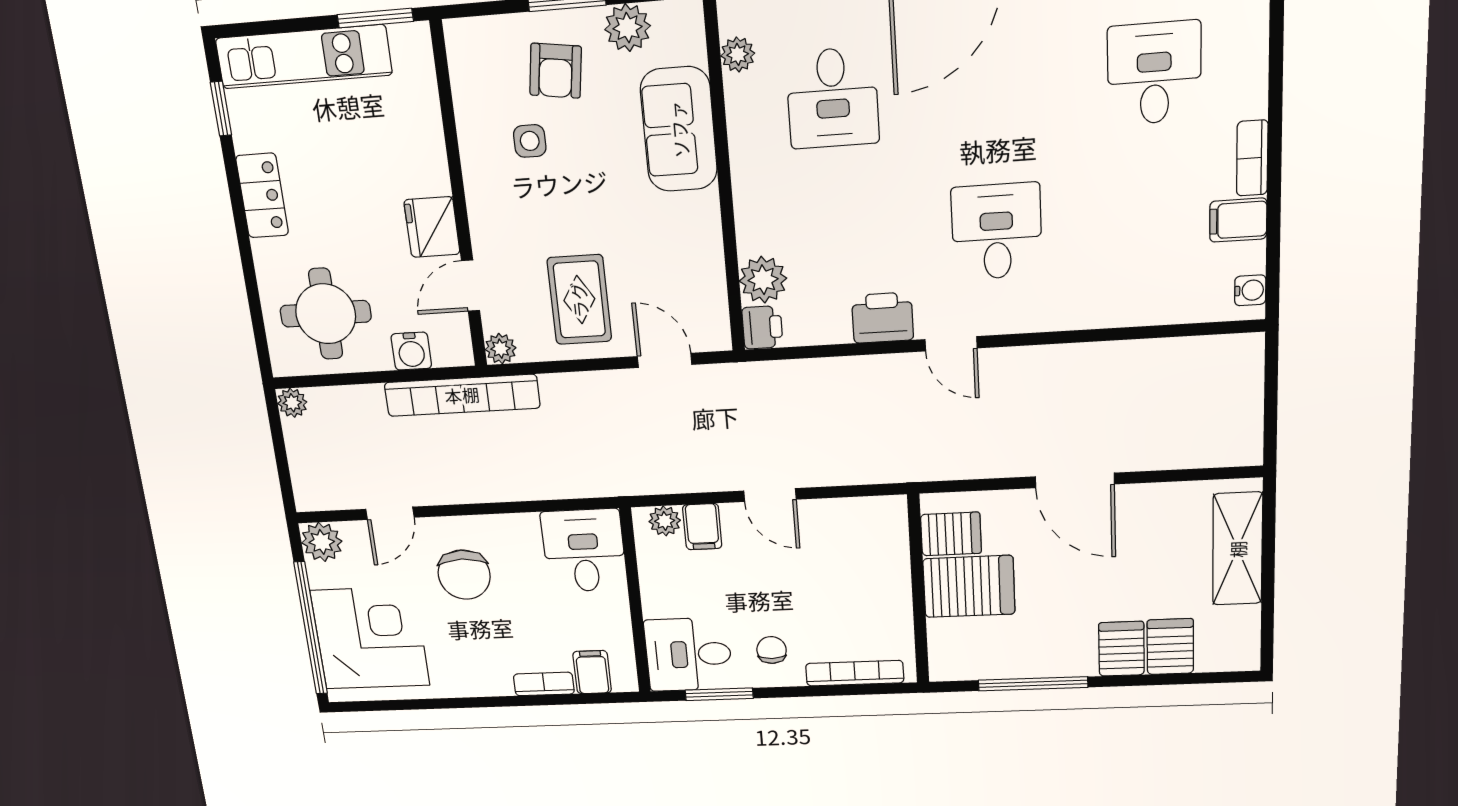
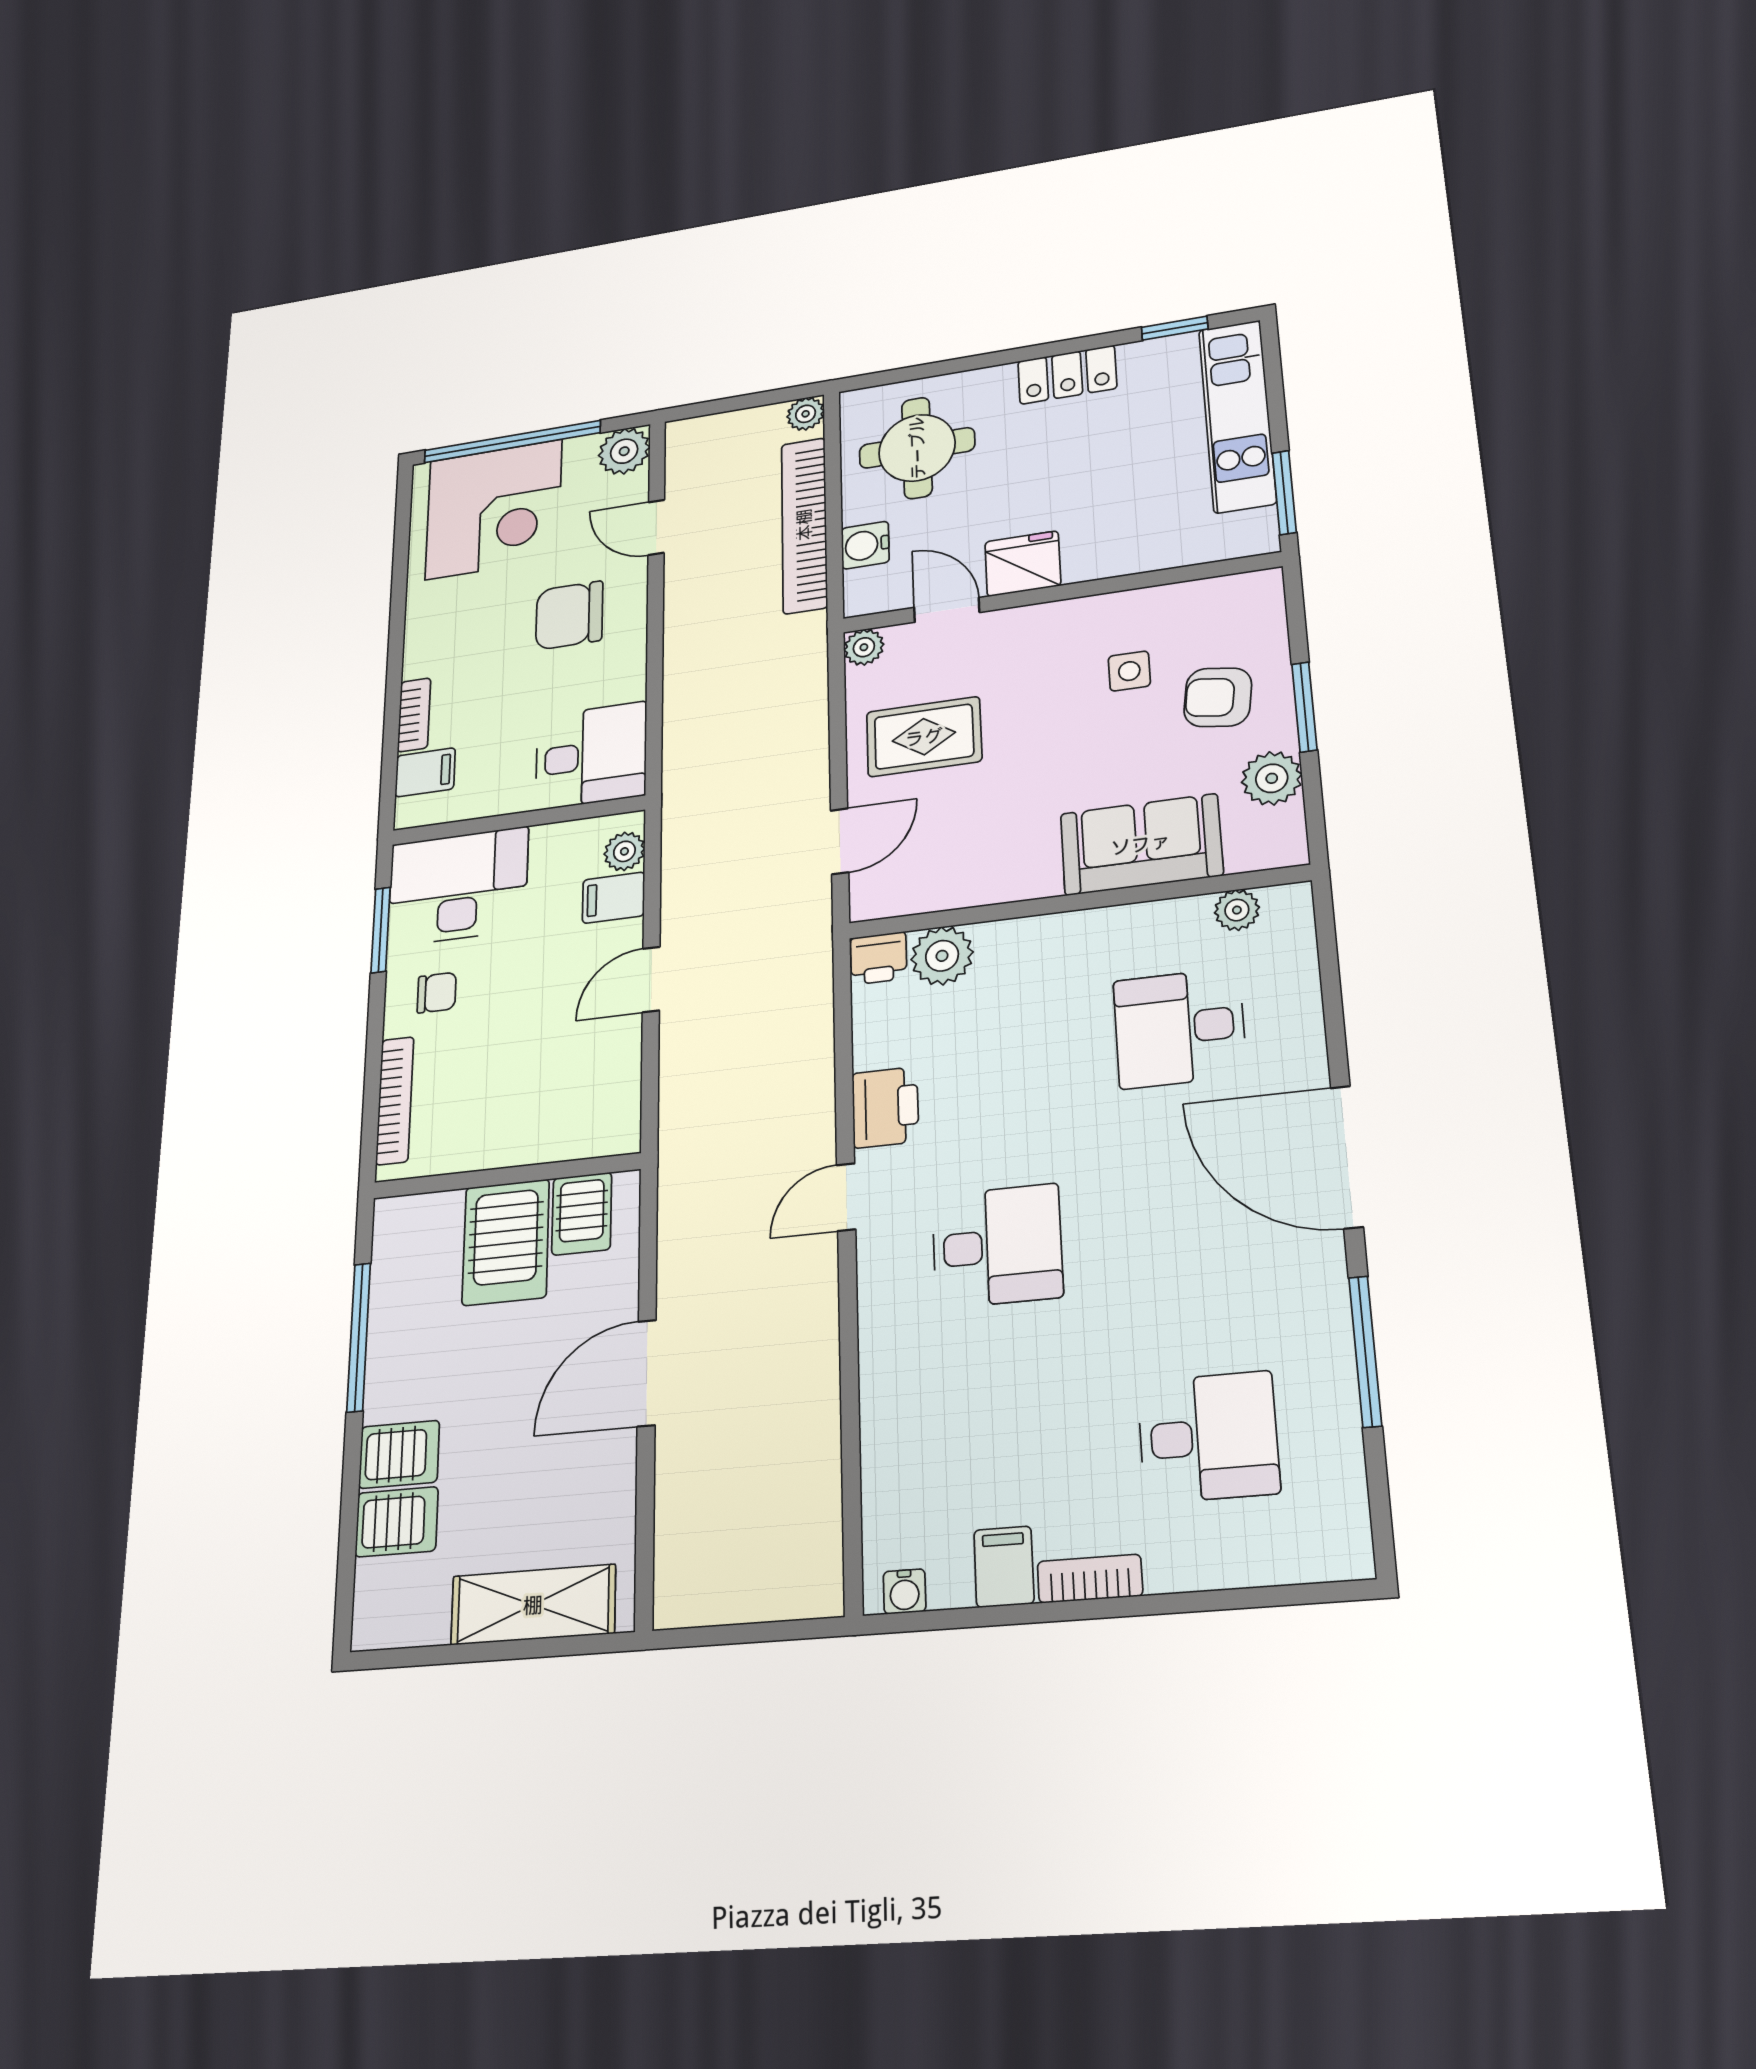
bookcase: (462, 395) -> (804, 525), moved
desk: (688, 654) -> (458, 887), width x1.37

